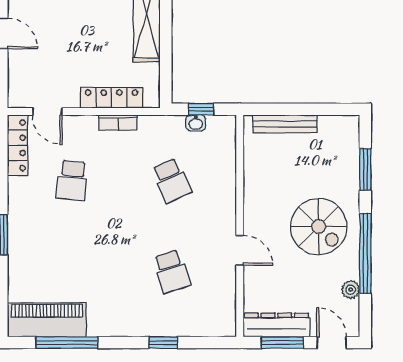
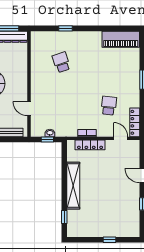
school desk: (172, 180) -> (61, 106), removed
door: (240, 250) -> (29, 109), moved
window: (67, 343) -> (111, 28), removed

